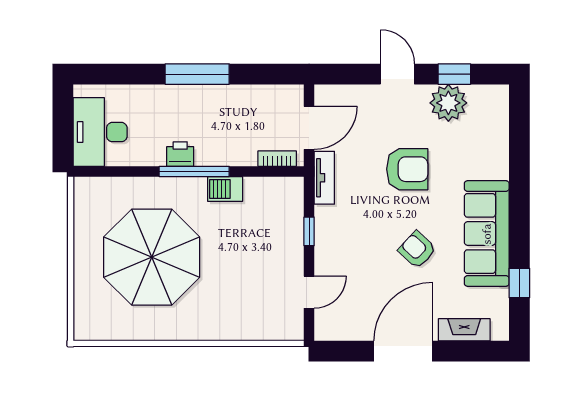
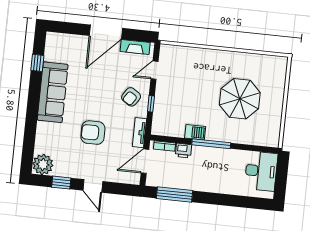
window: (197, 74) -> (174, 194), moved
plant: (448, 103) -> (43, 164), moved
printer: (180, 154) -> (183, 151), moved
armchair: (417, 250) -> (131, 97), moved, turned 80
parasol: (152, 257) -> (240, 99), width x0.73, depth x0.73
fireplace: (464, 330) -> (135, 47), moved

